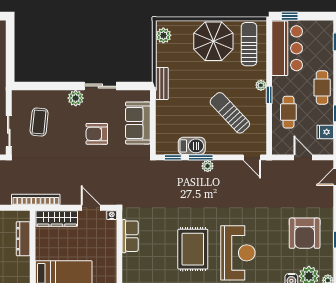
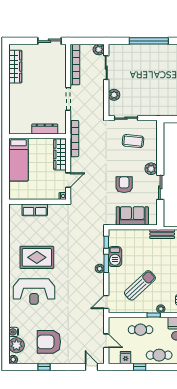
door: (303, 157) -> (106, 341), hinge flipped
row of seats: (130, 236) -> (35, 210), moved

